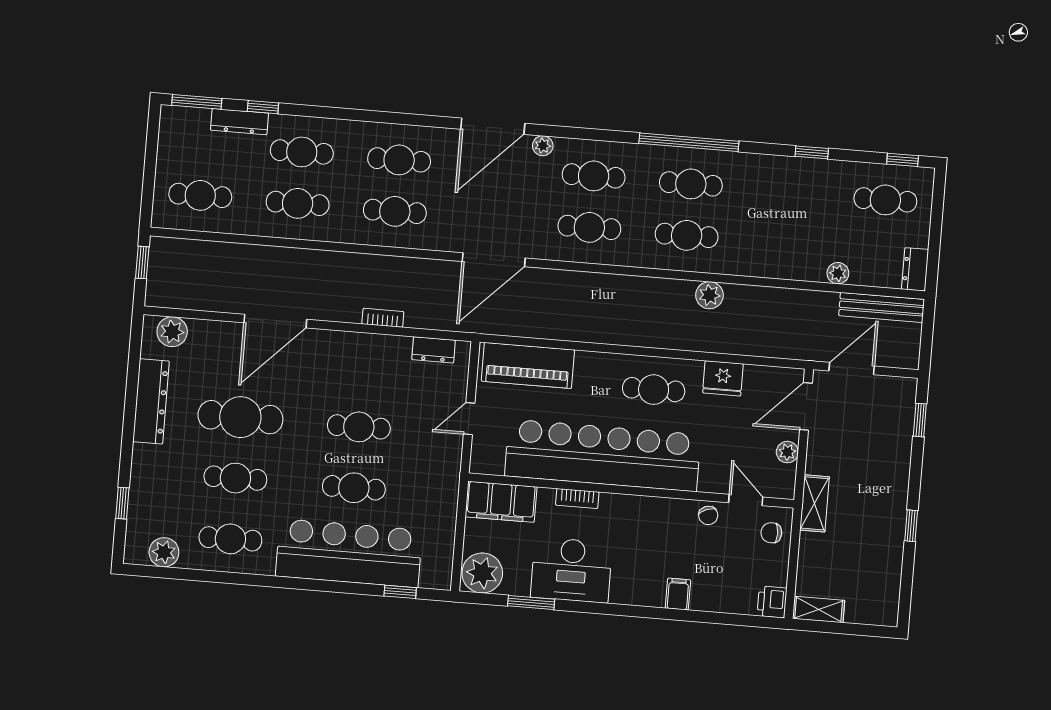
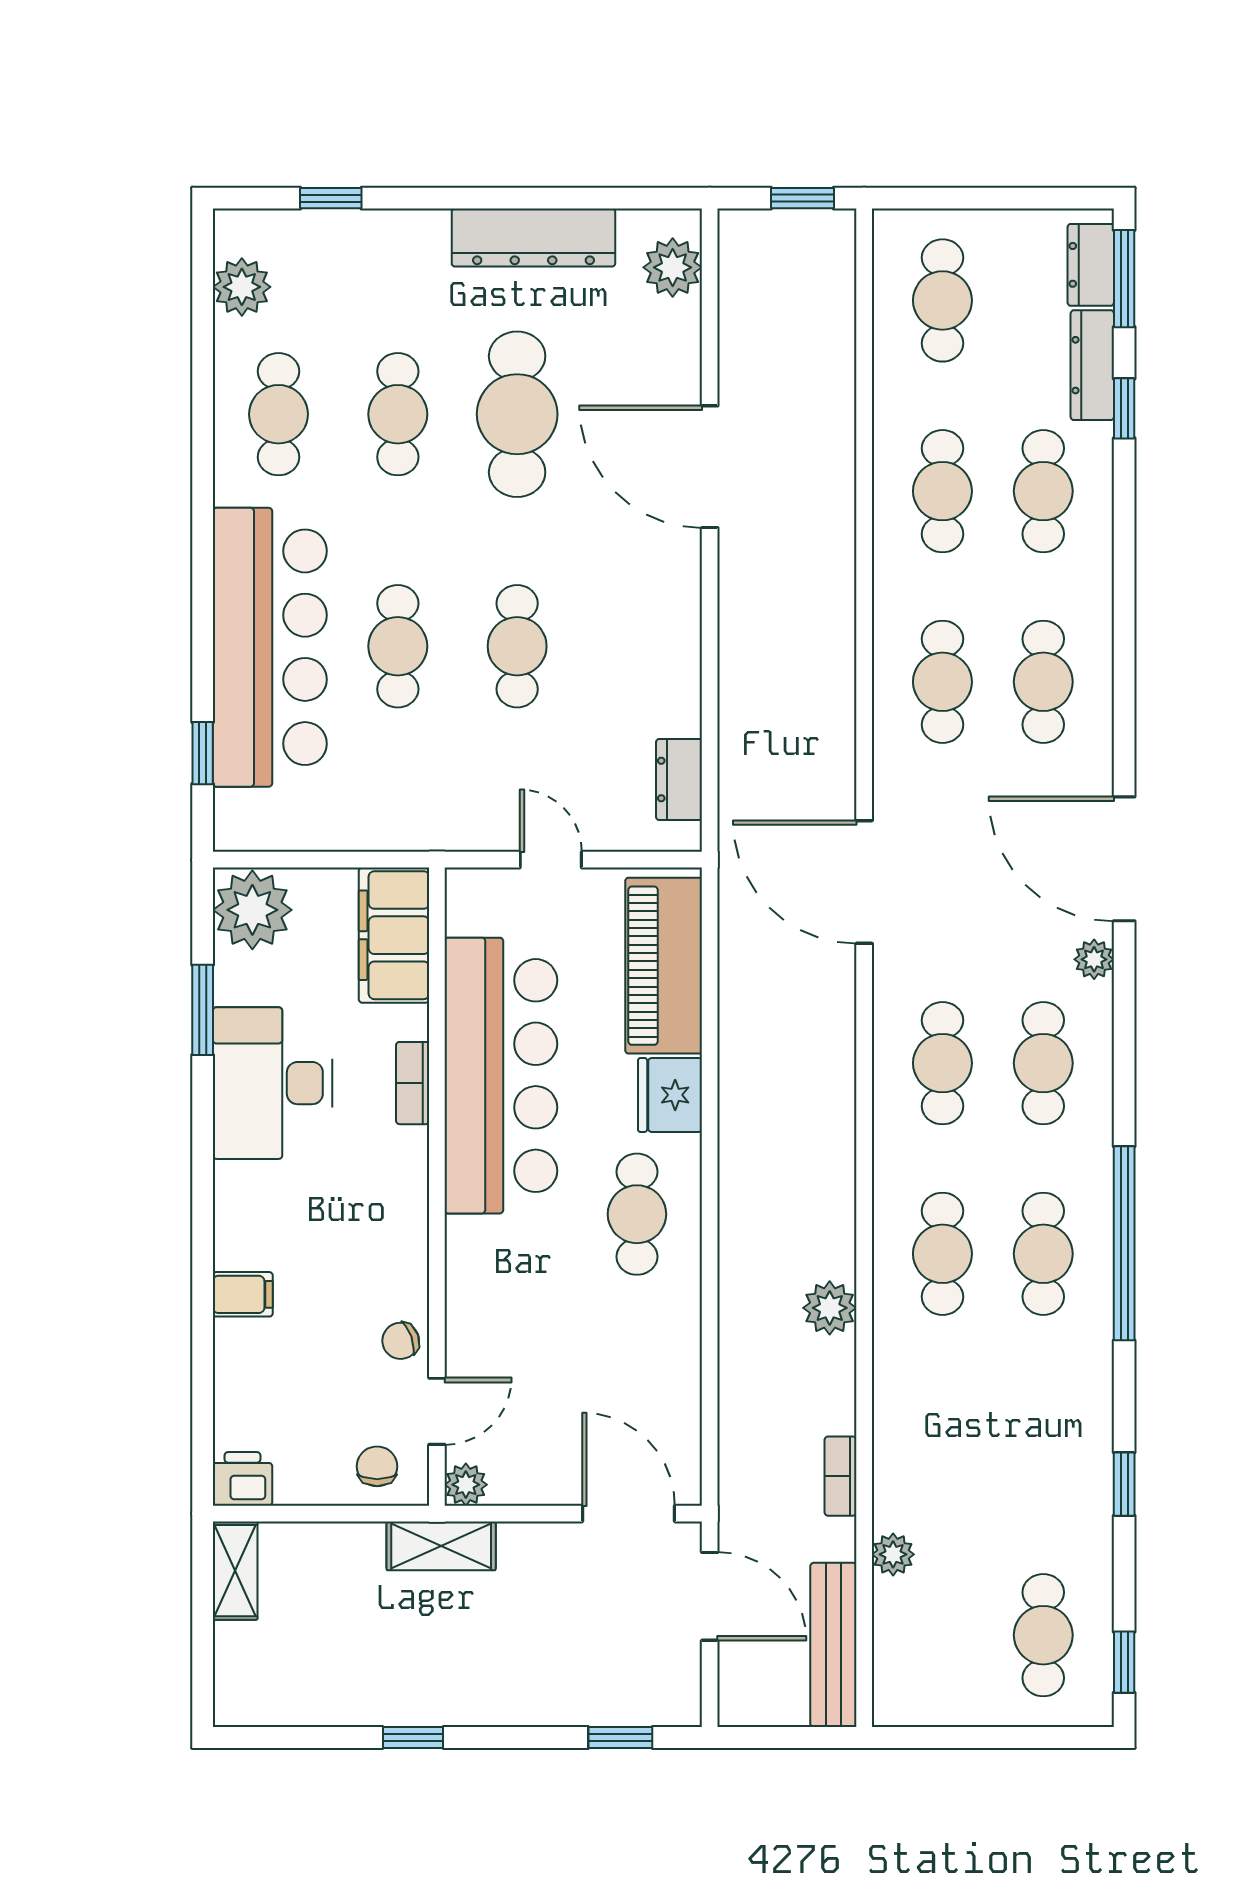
dresser: (915, 269) -> (1091, 265), moved, turned -90
bookcase: (383, 318) -> (841, 1476), moved, turned 180
fridge: (723, 378) -> (670, 1095), moved
plant: (787, 452) -> (466, 1485), moved
bar counter: (603, 455) -> (501, 1076), width x0.73

